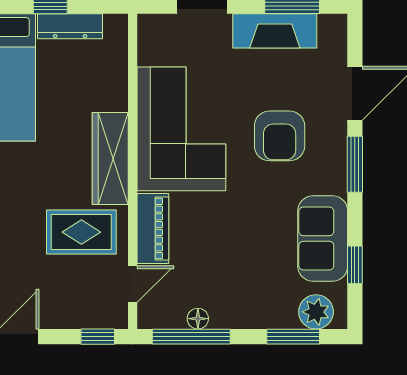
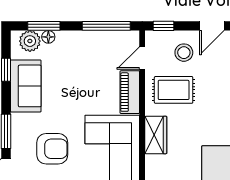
armchair: (280, 136) -> (52, 149), turned 90
wardrobe: (110, 158) -> (156, 135), width x0.67
stool: (65, 293) -> (184, 53), added
floor lamp: (198, 319) -> (48, 37), moved

